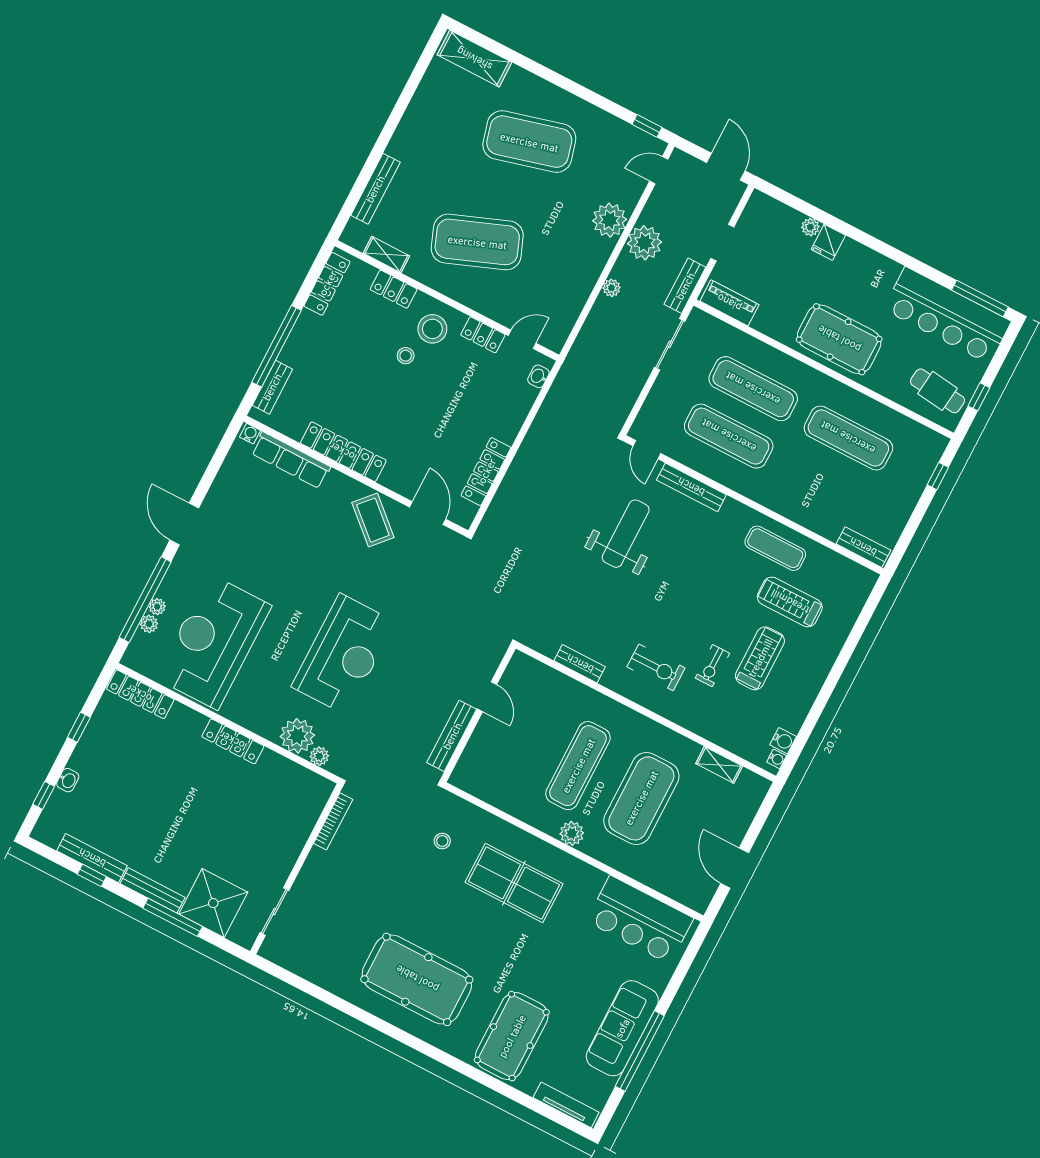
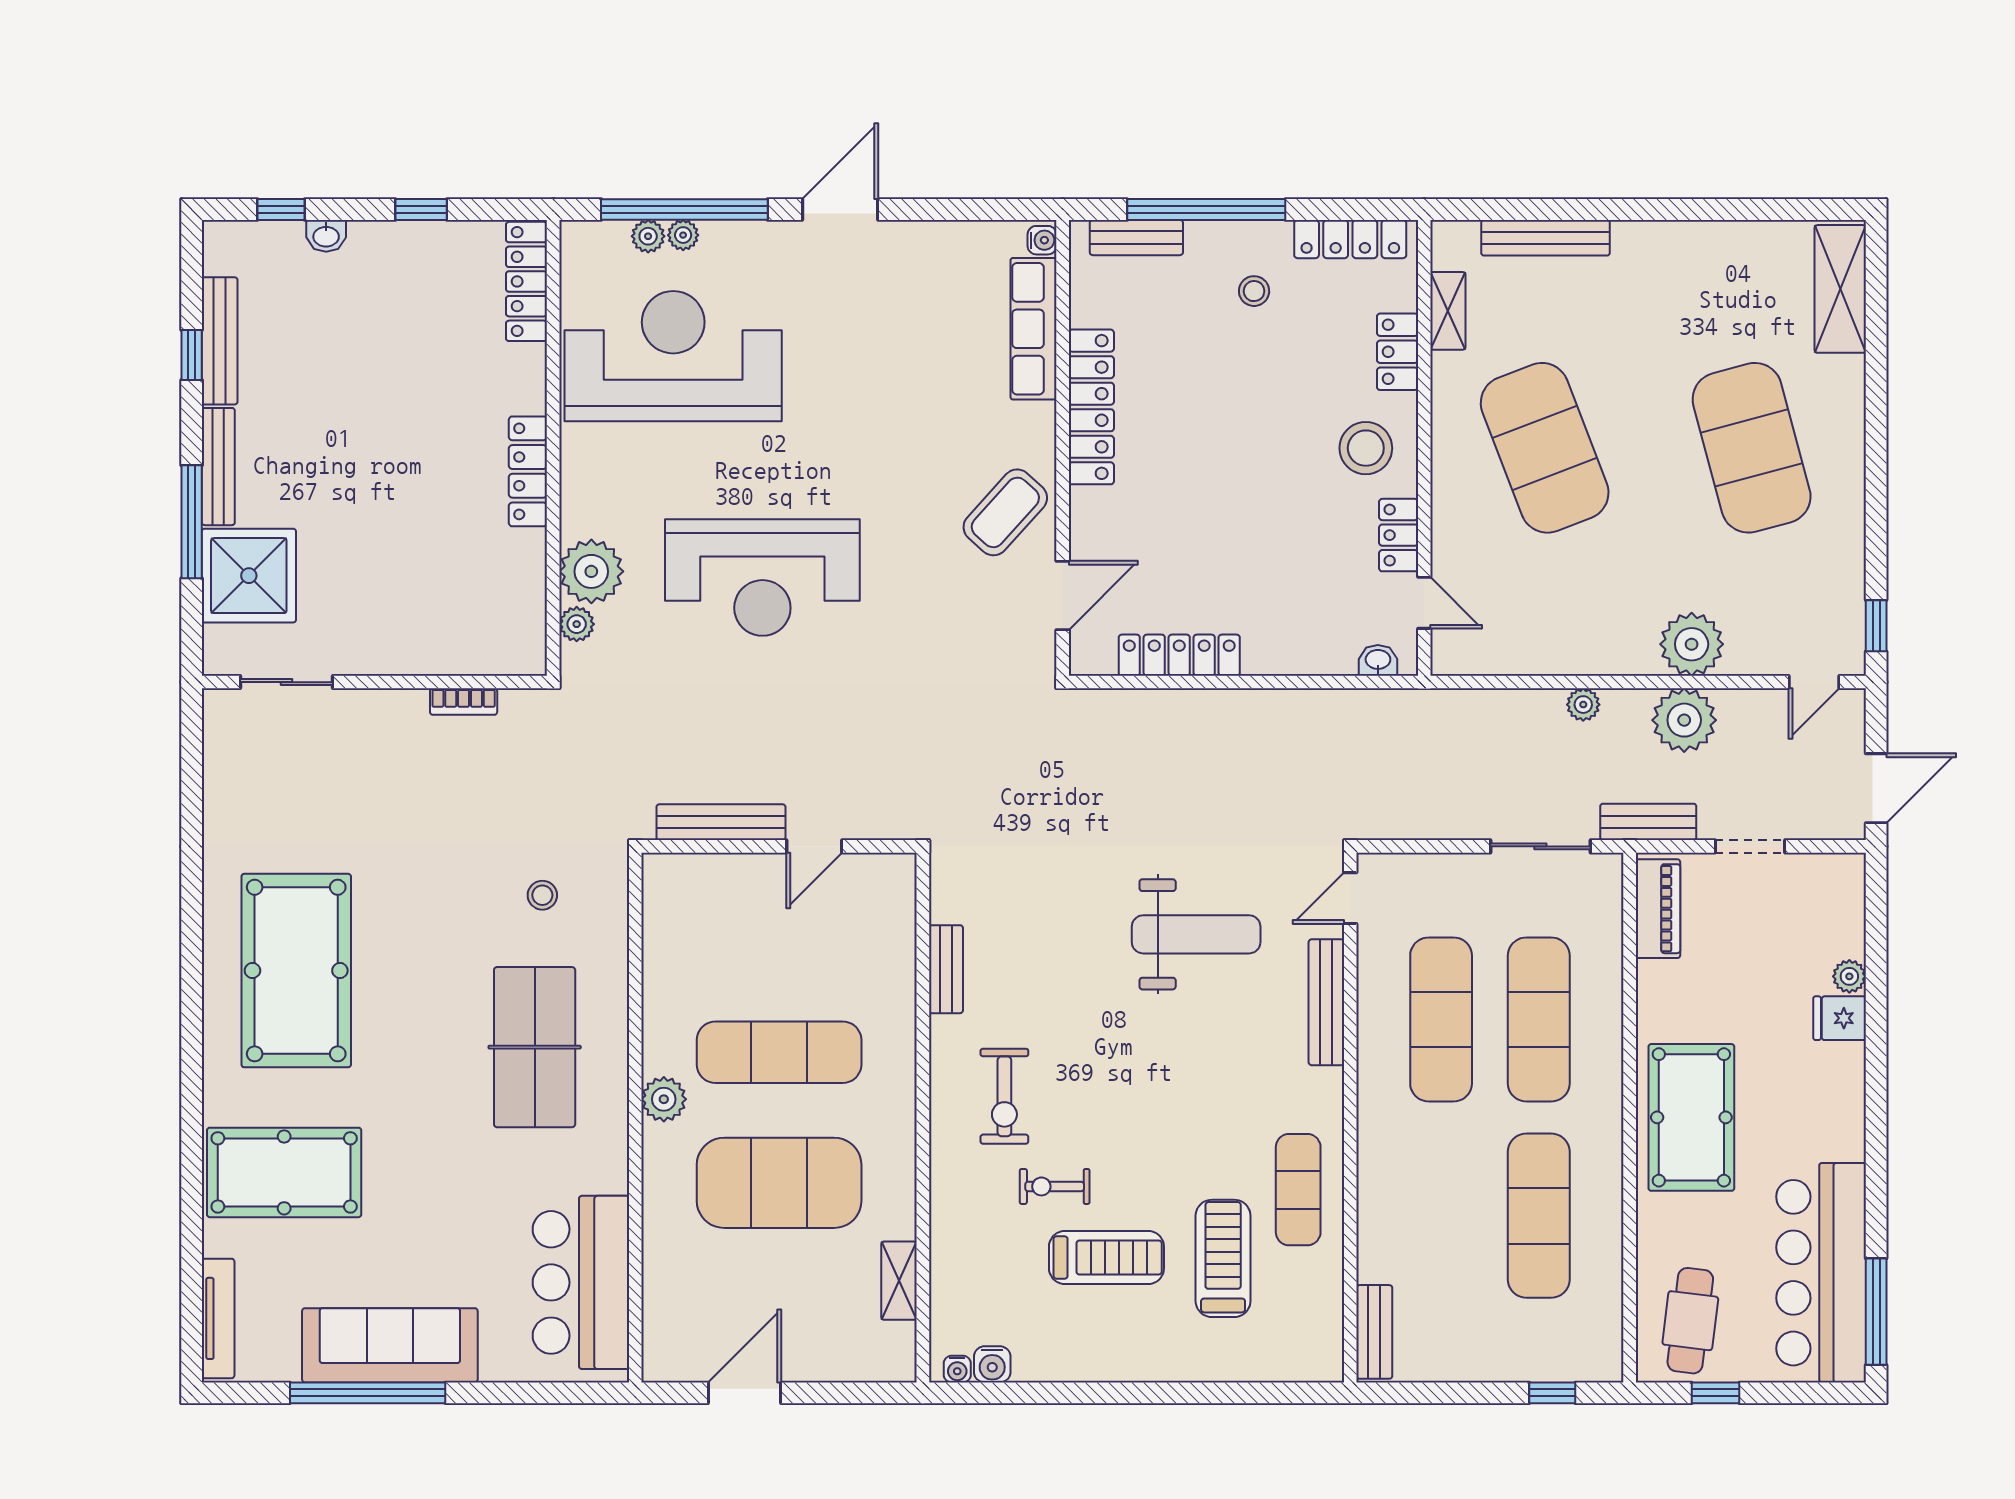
door: (659, 170) -> (1814, 682), swing flipped
stool: (406, 356) -> (1254, 291), moved
bookcase: (333, 821) -> (464, 702), width x0.64

